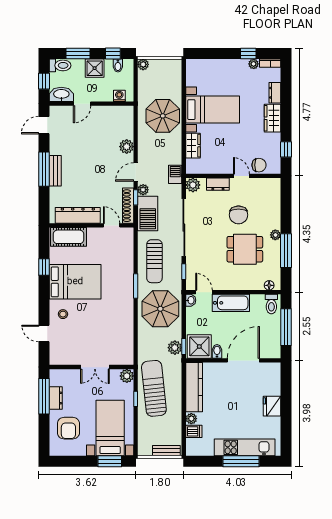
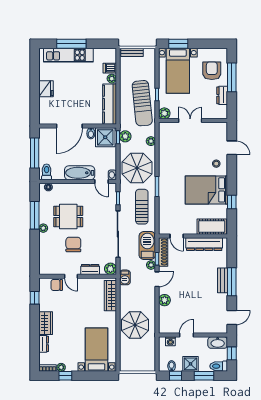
plant: (143, 64) -> (151, 141), moved
door: (82, 104) -> (187, 335), moved
bed with nightstands: (213, 110) -> (96, 350), moved, turned 90
wardrobe: (193, 146) -> (110, 296), width x1.50
window: (44, 396) -> (232, 77), moved

